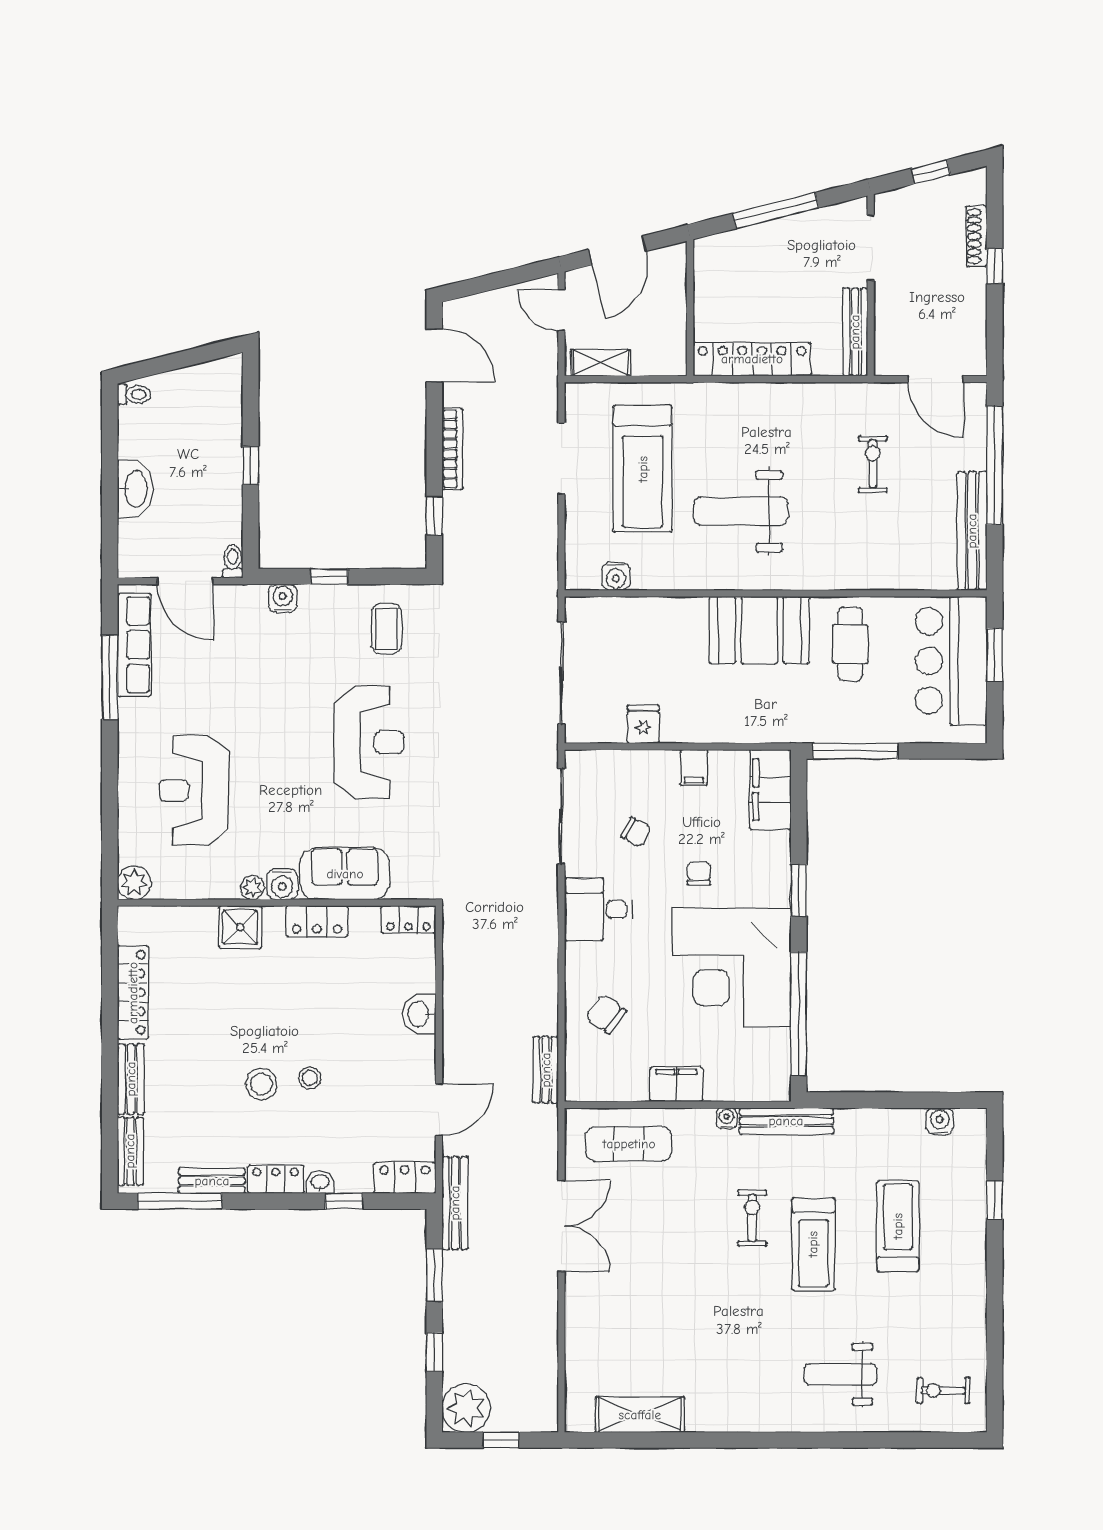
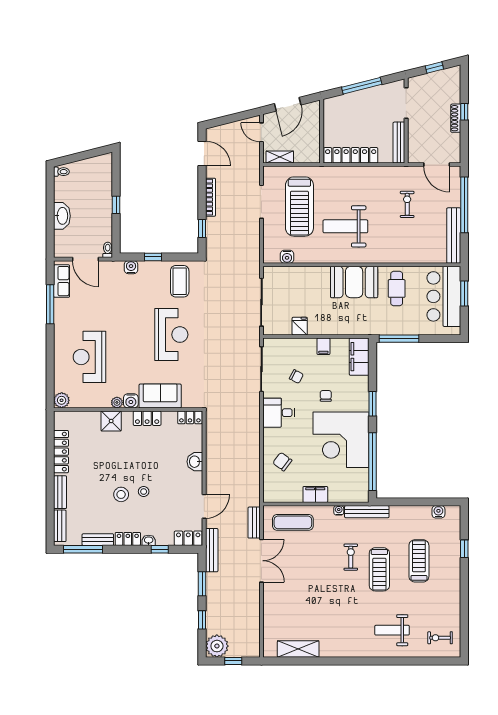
shoe rack: (977, 236) -> (456, 118), moved
coffee table: (387, 629) -> (180, 281), width x1.36, depth x1.30
row of seats: (134, 645) -> (62, 281), width x0.68
bench: (546, 1070) -> (254, 523), moved

